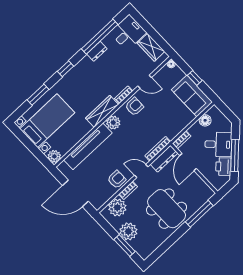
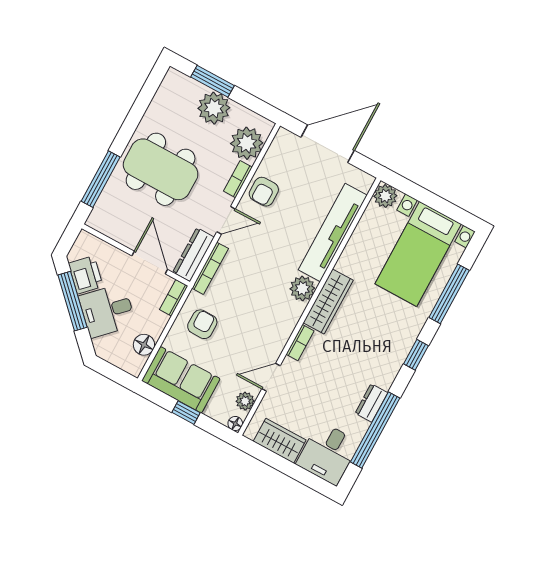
plant: (162, 74) -> (245, 401), added
window: (38, 95) -> (449, 294), width x1.44
armchair: (134, 107) -> (202, 324), moved, turned 180

